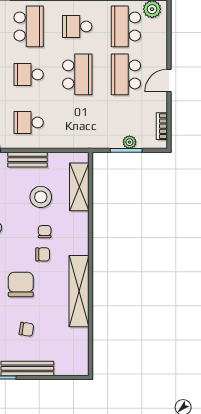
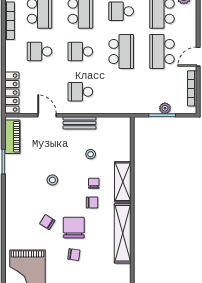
bookcase: (162, 126) -> (192, 88), width x1.56
shelving: (79, 187) -> (123, 182), moved
stool: (41, 197) -> (91, 154), width x0.53, depth x0.53
chair: (26, 329) -> (74, 255), moved

